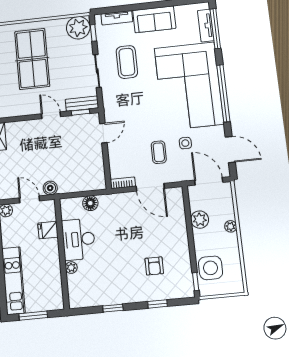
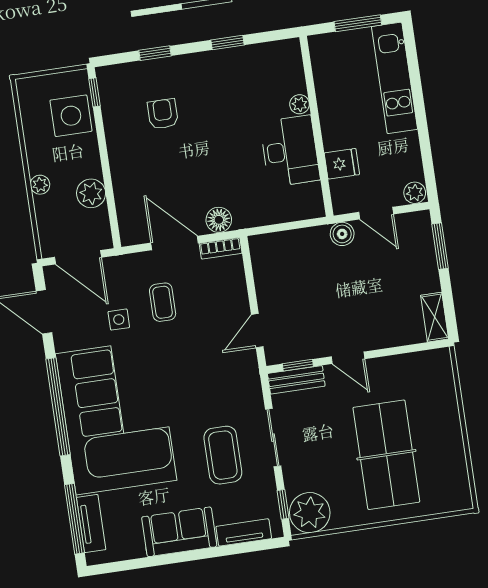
floor lamp: (90, 203) -> (219, 220), moved

